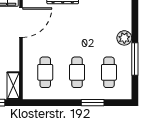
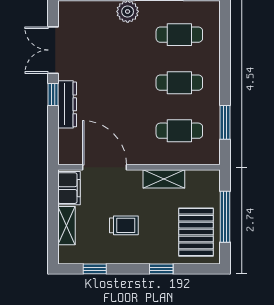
shelving: (13, 86) -> (164, 179), moved
window: (93, 103) -> (225, 122), moved

